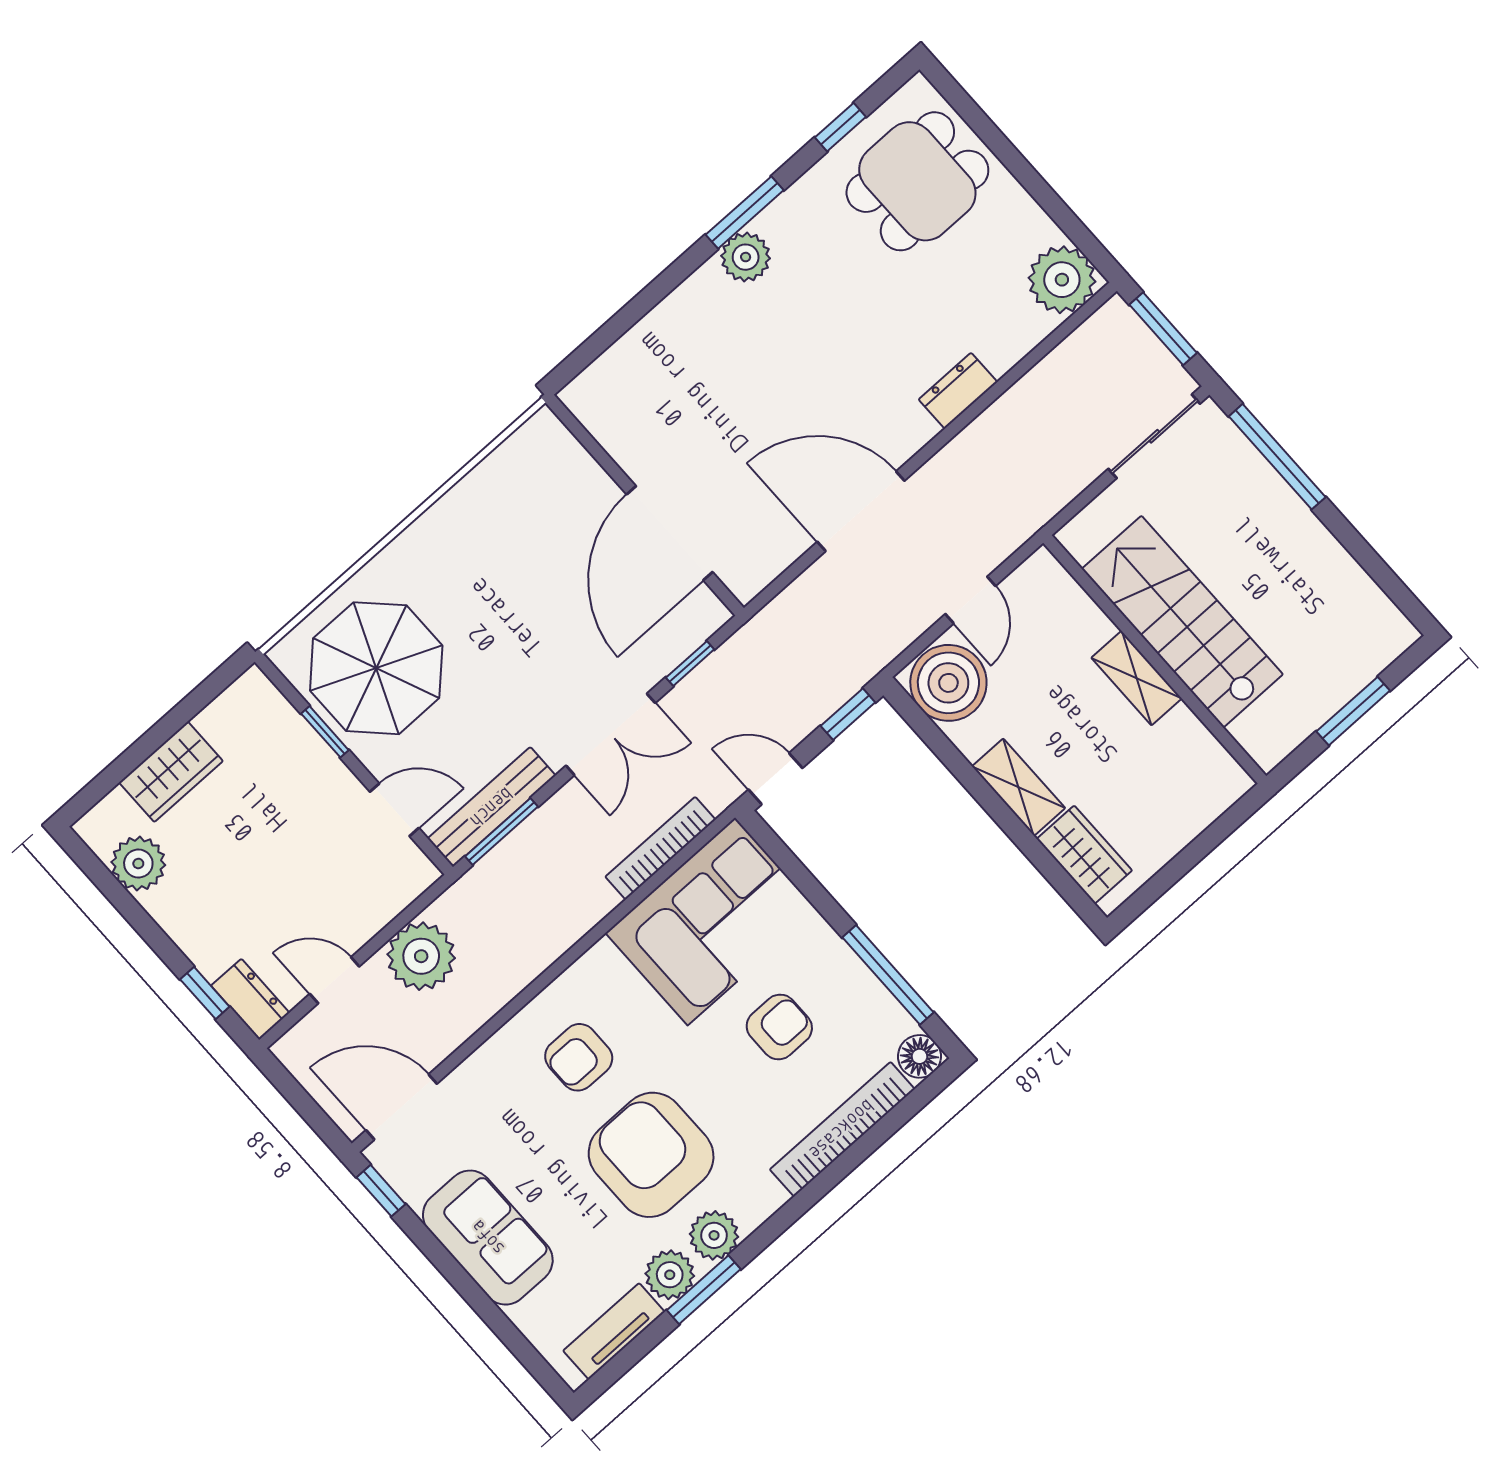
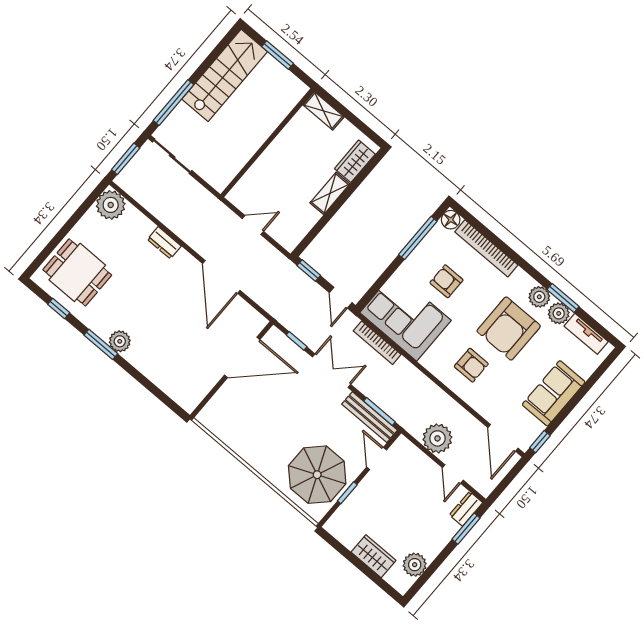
stairs: (1182, 622) -> (225, 75), moved, turned 180
shelving: (1137, 678) -> (323, 111), moved, turned 90
boiler: (948, 683) -> (290, 229), removed
window: (205, 993) -> (466, 529), width x1.50

